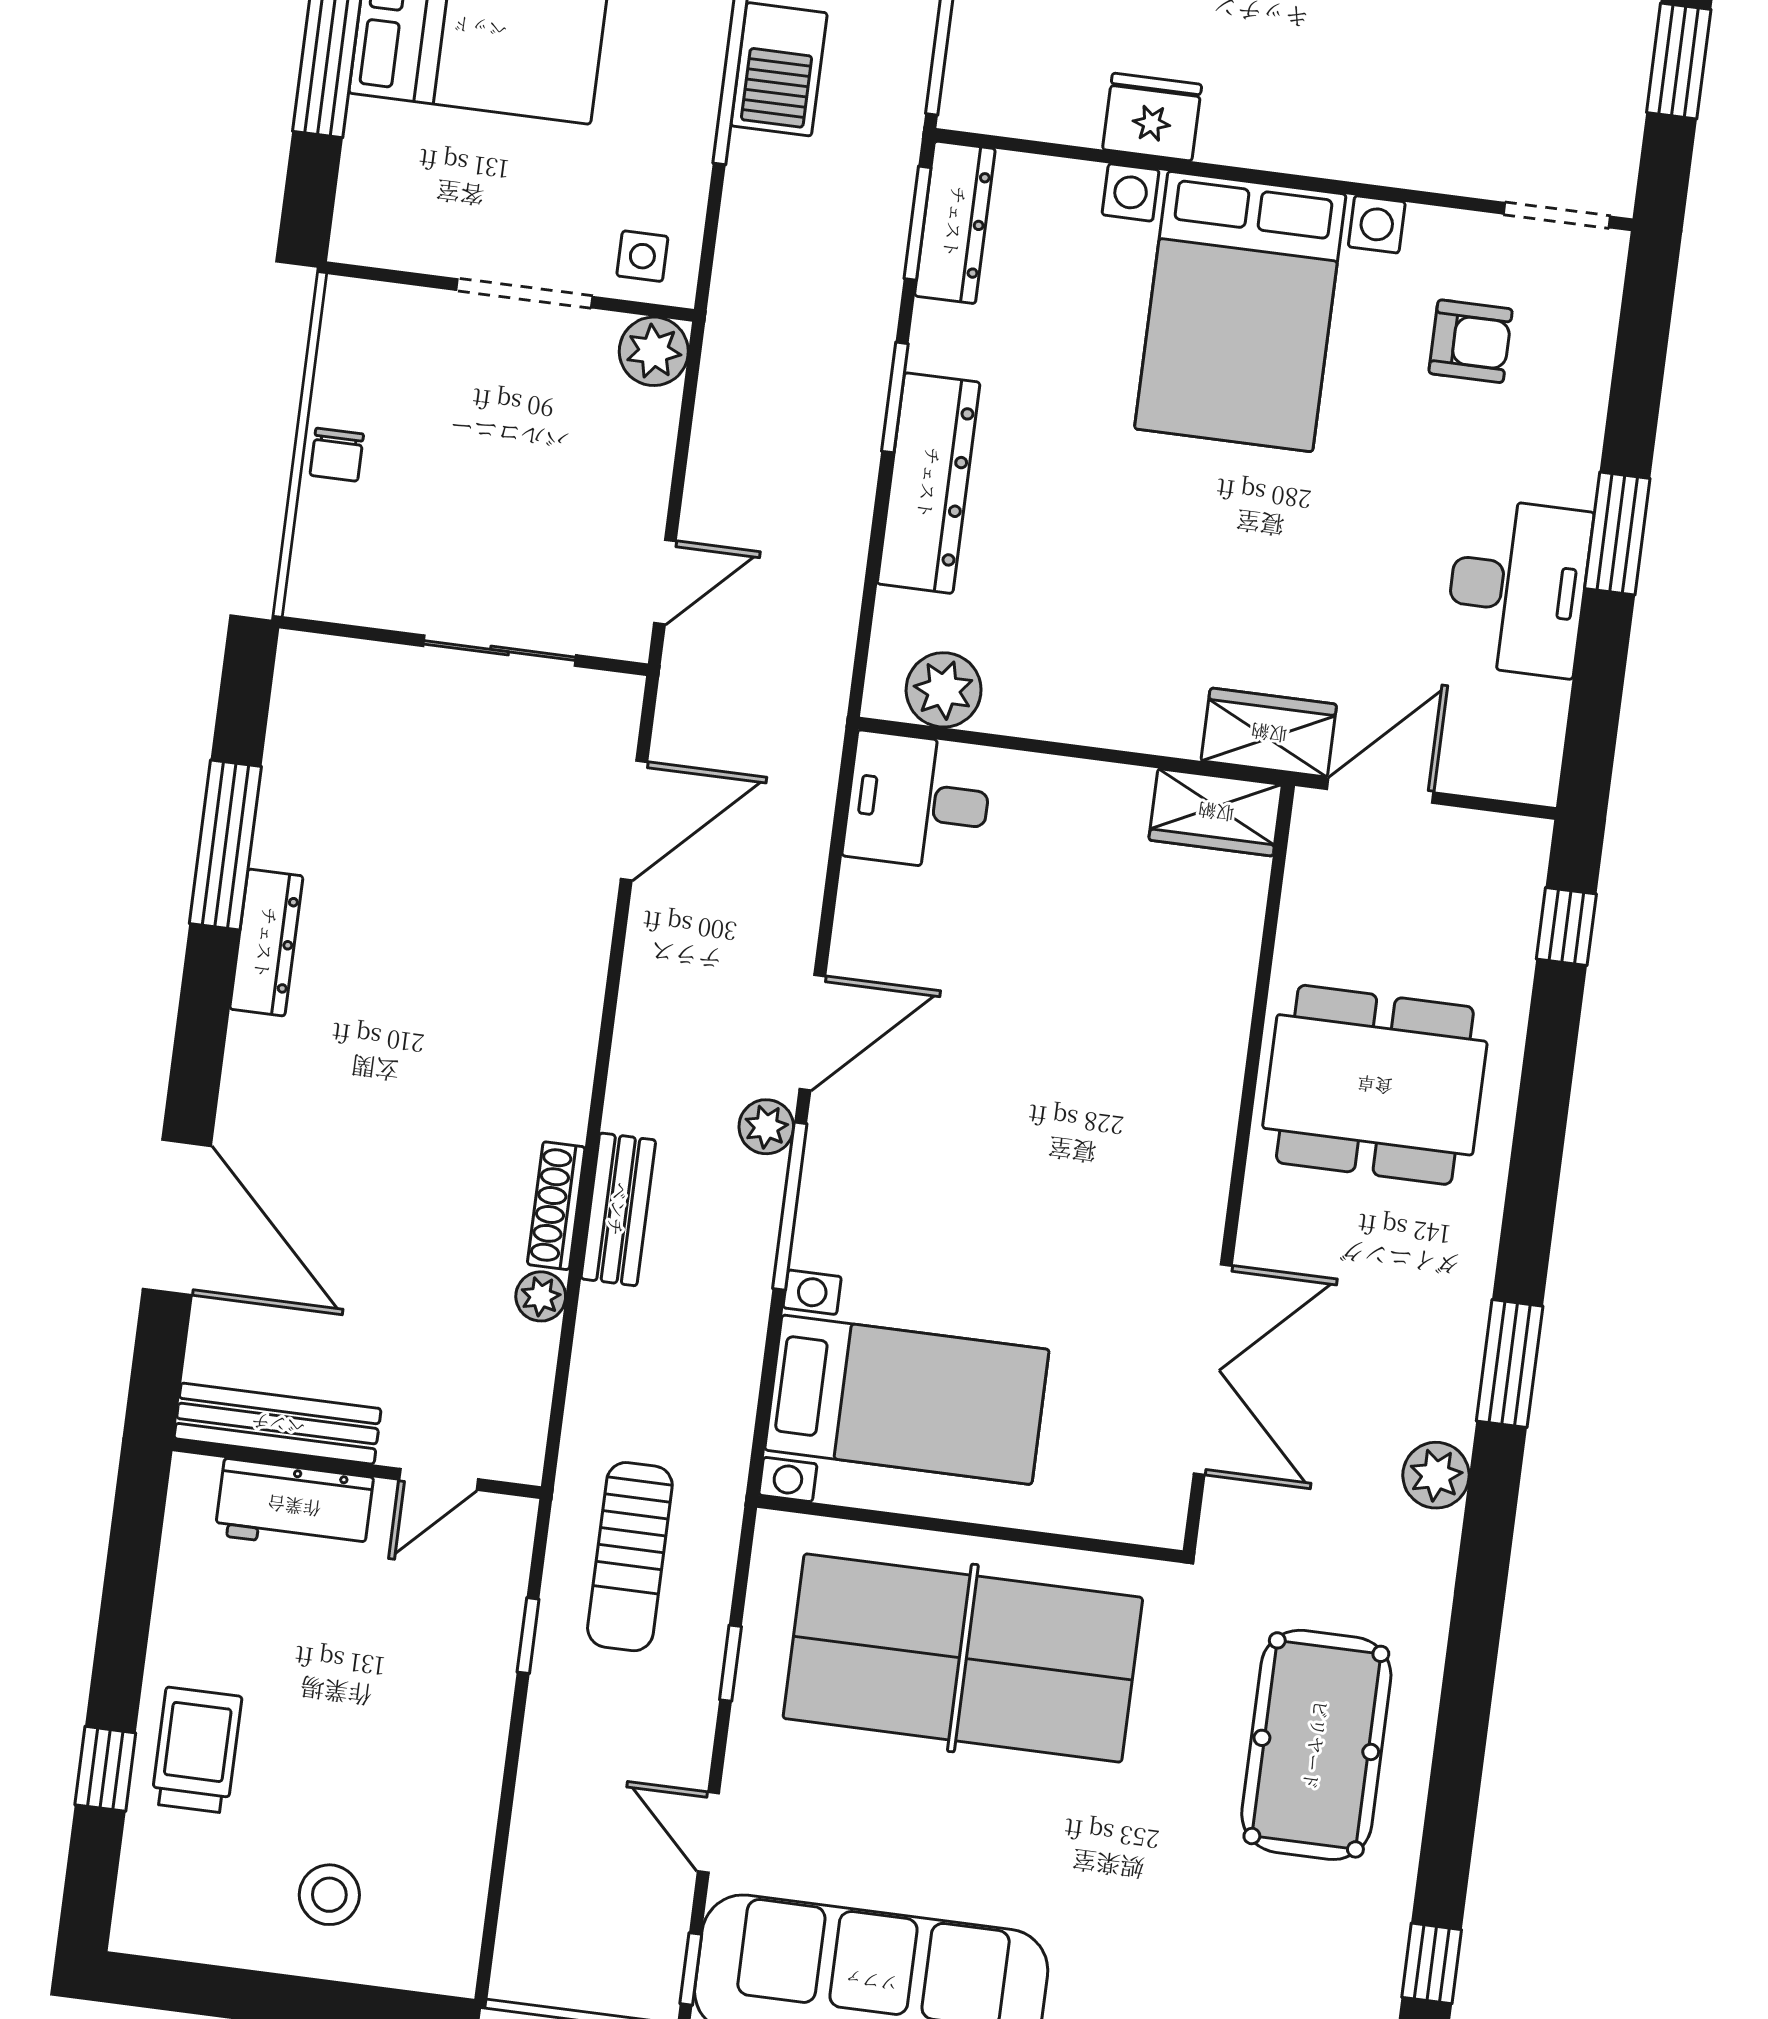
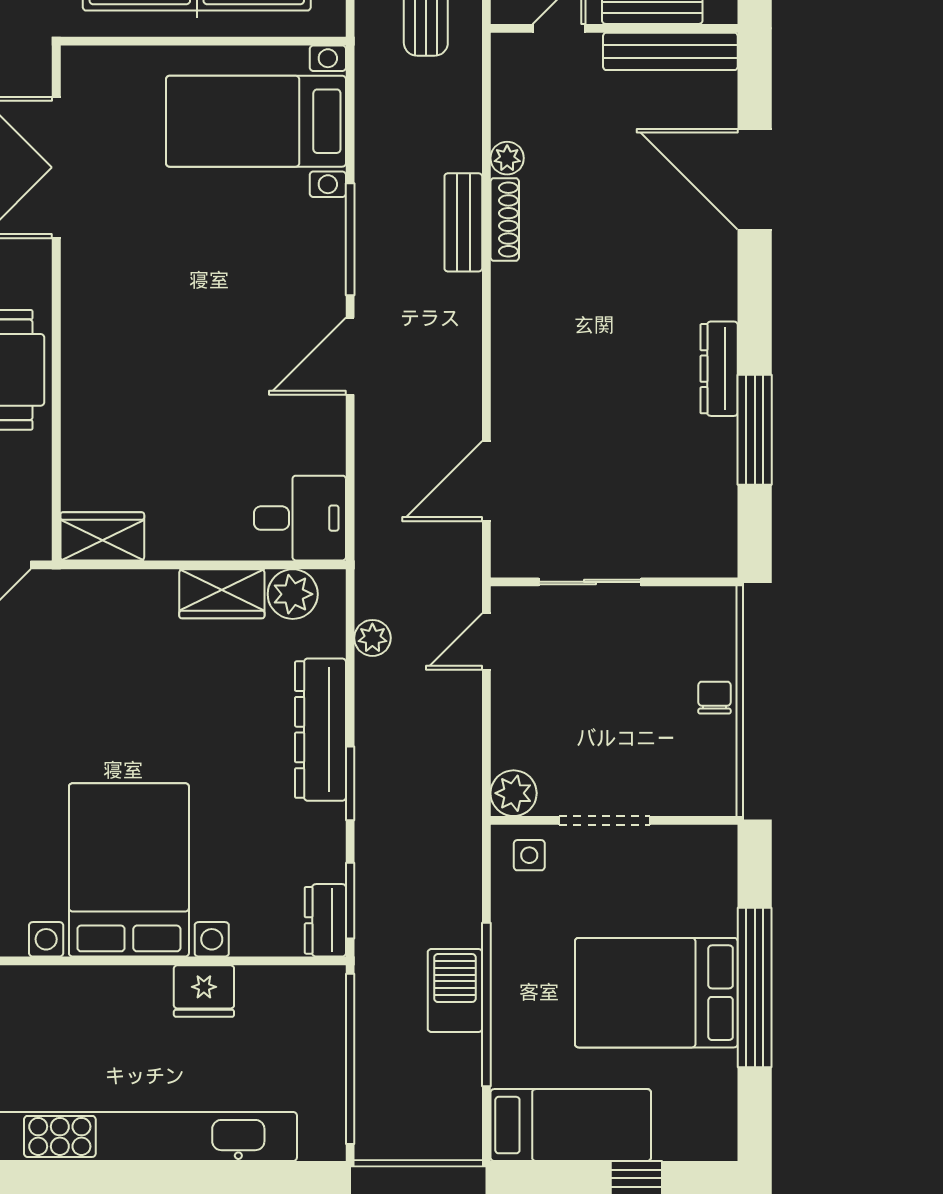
dresser: (955, 222) -> (325, 920), width x0.70
wardrobe: (1269, 733) -> (222, 594), moved
plant: (766, 1127) -> (372, 638), moved

